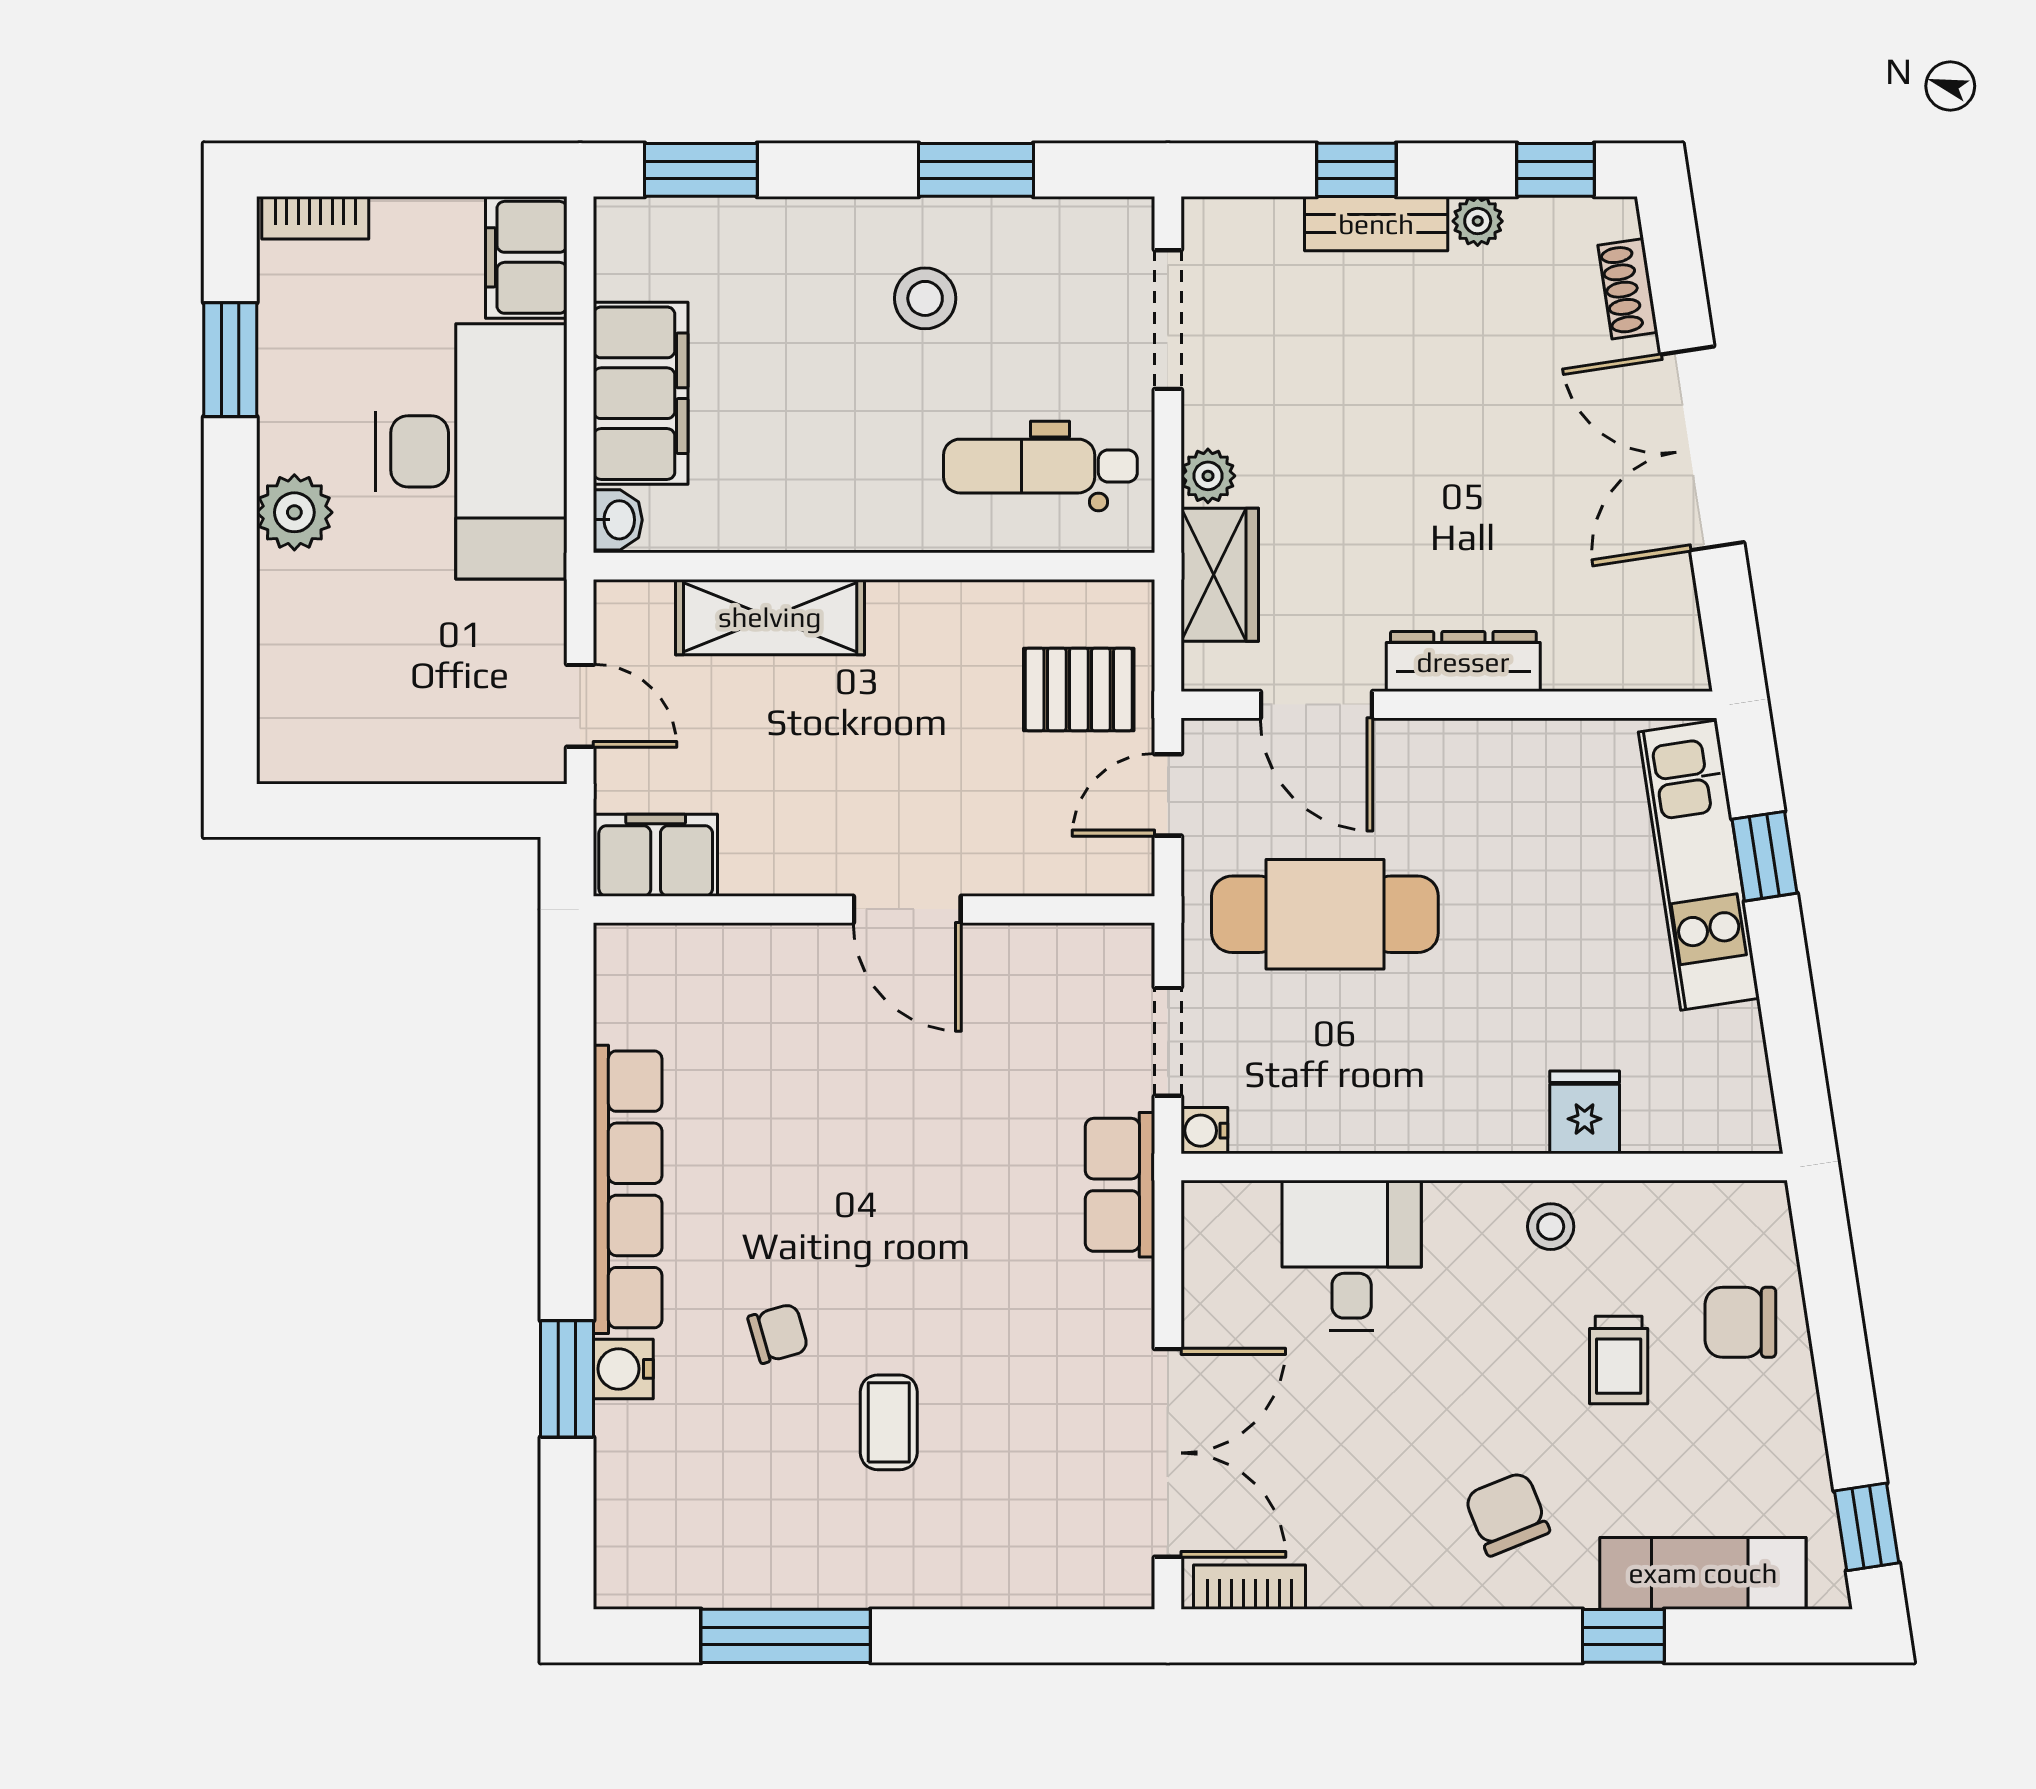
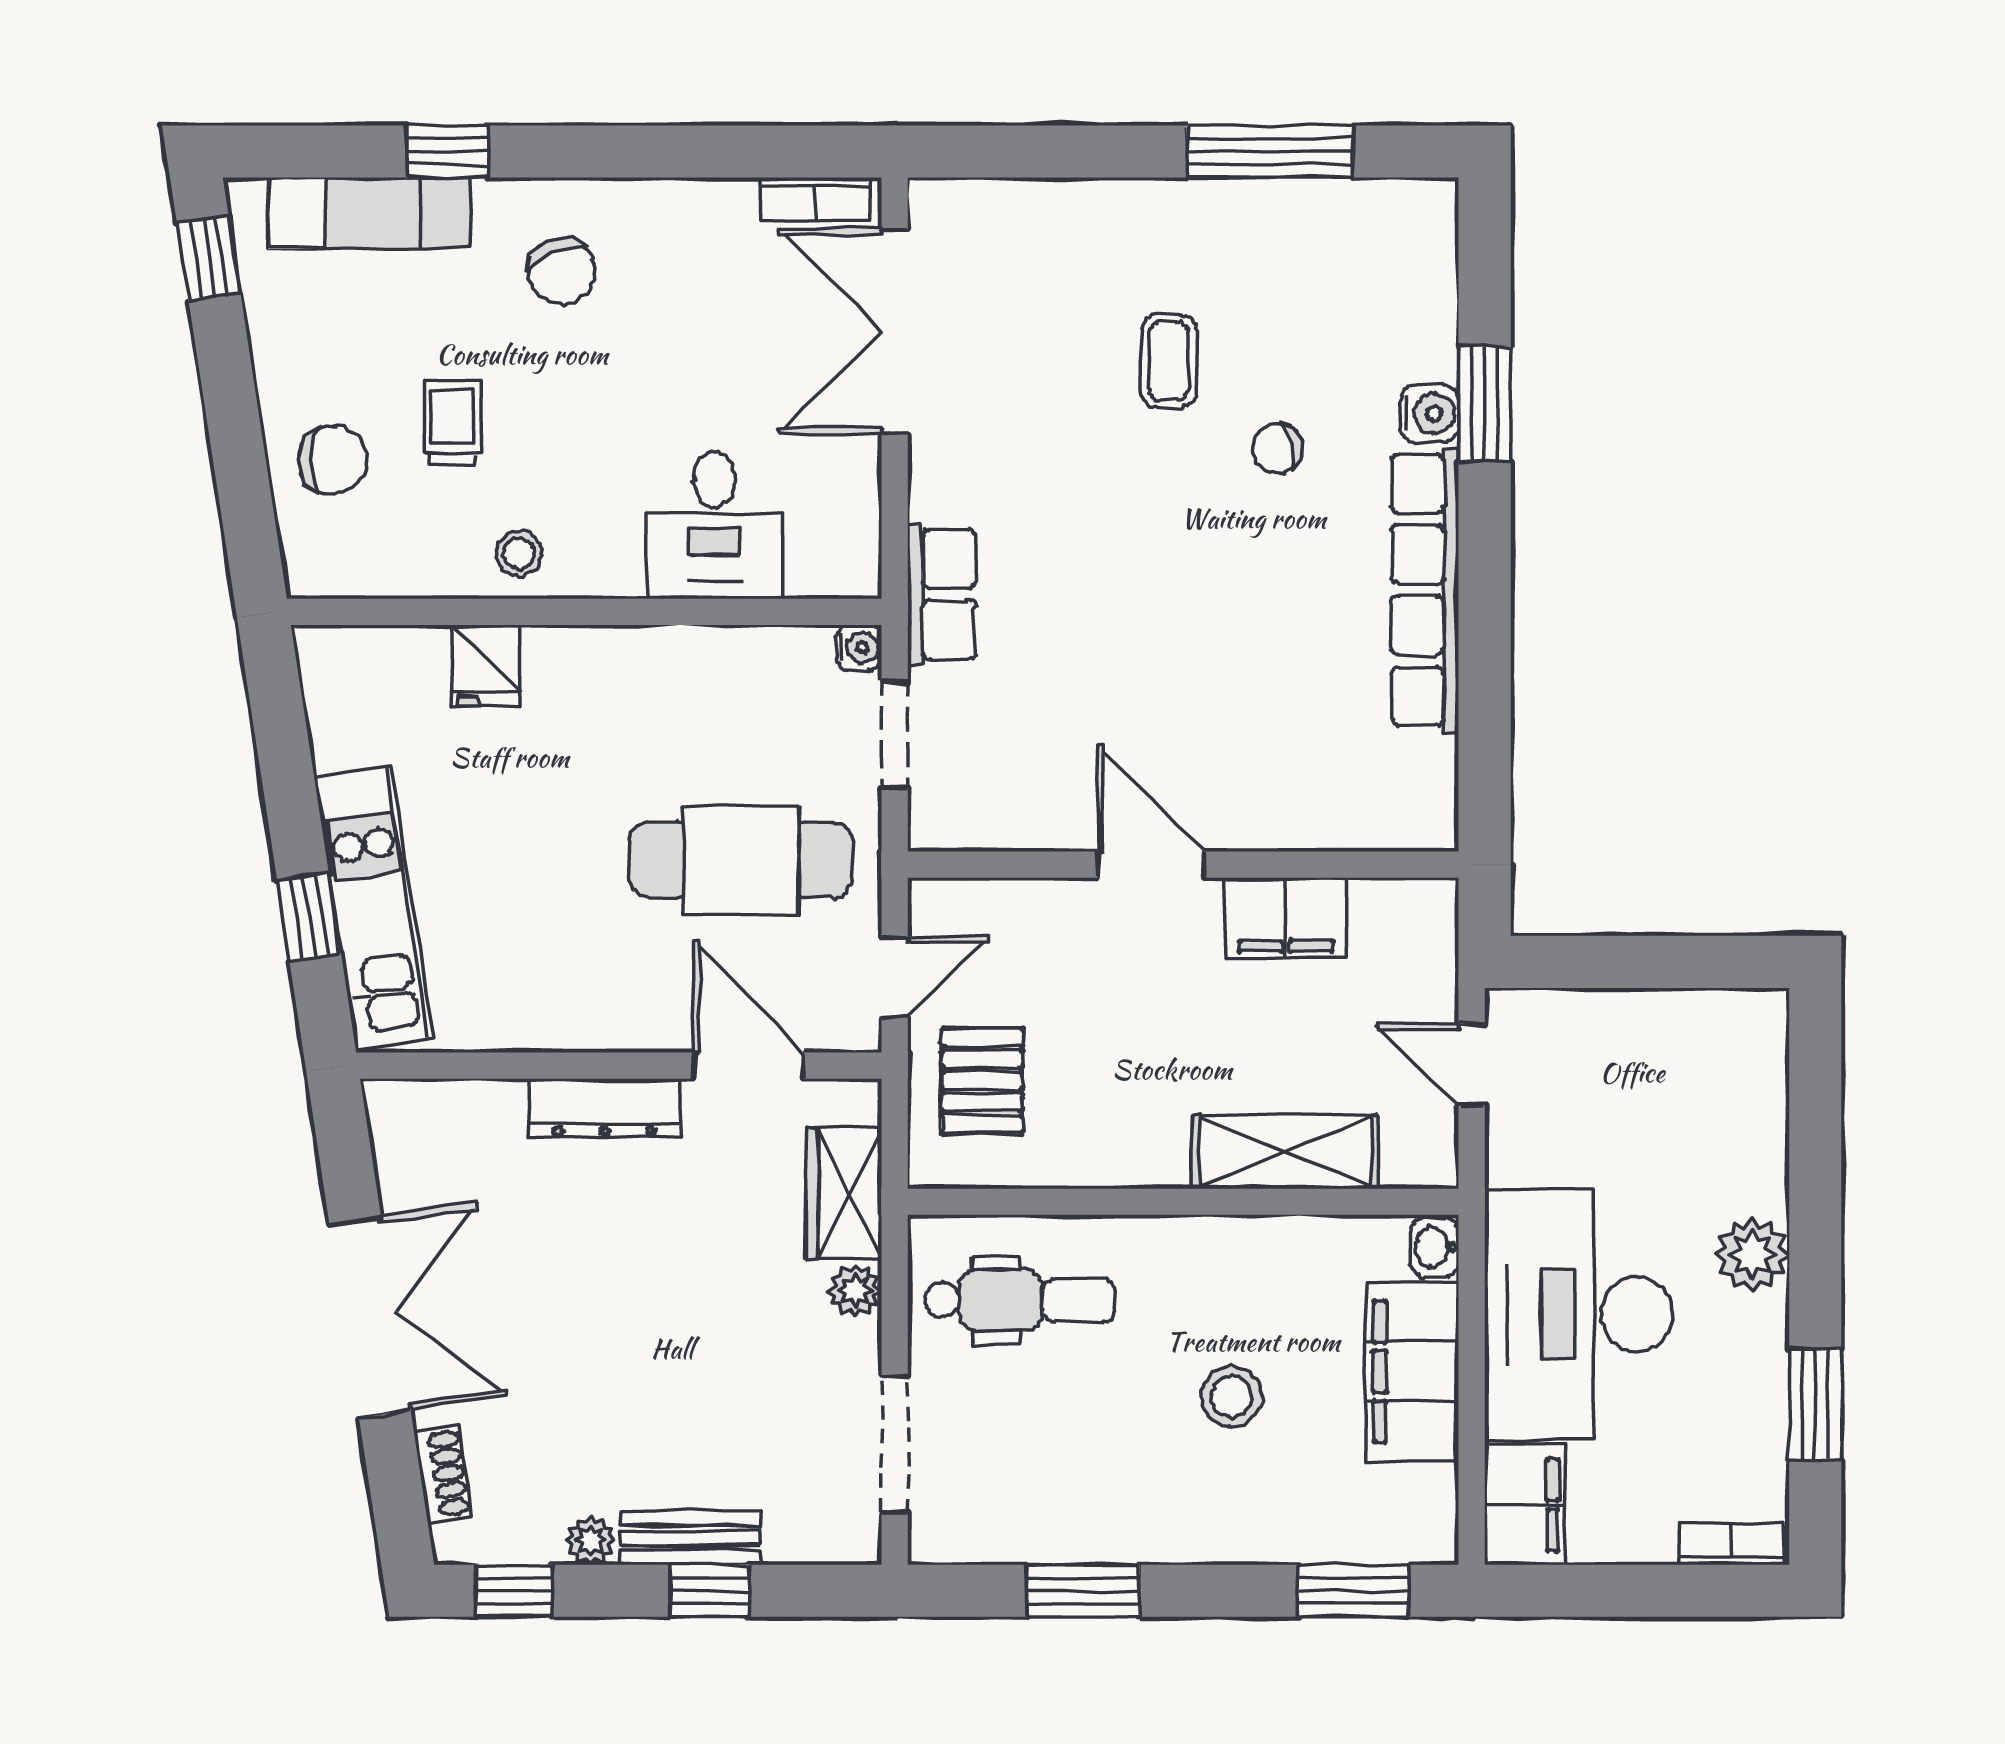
stool: (925, 298) -> (1231, 1397), moved
pallet: (1079, 690) -> (982, 1081), turned 90
filing cabinet: (656, 855) -> (1286, 918), moved

